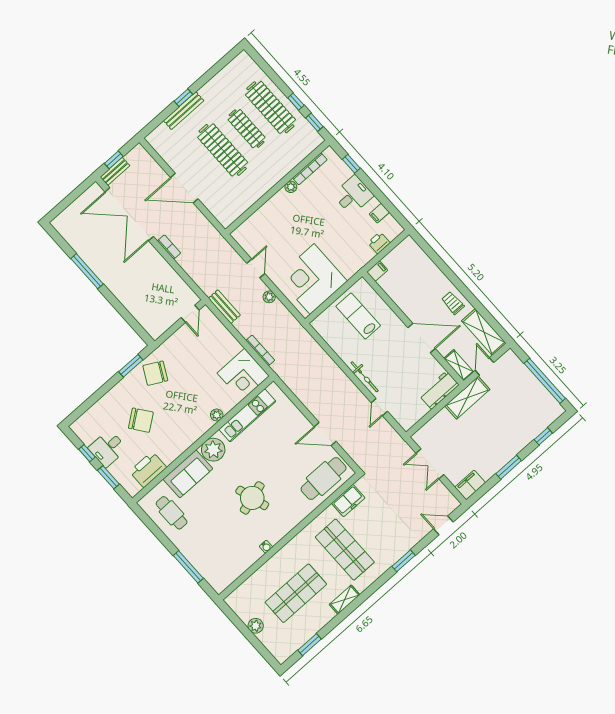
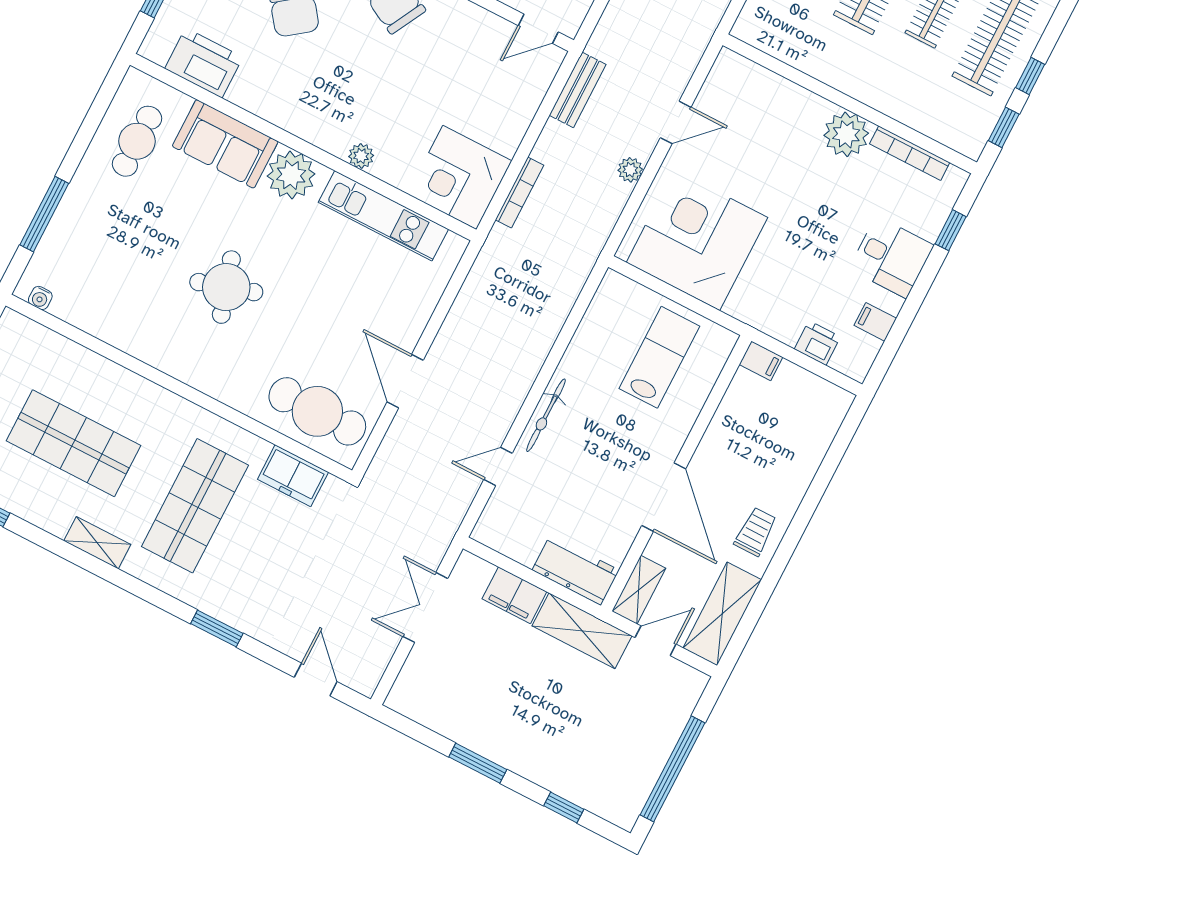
plant: (291, 187) -> (846, 134), width x1.88, depth x1.88
filing cabinet: (470, 485) -> (514, 595), moved, turned 180
water cooler: (266, 547) -> (40, 298), moved

